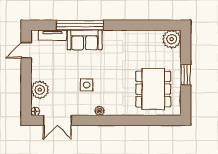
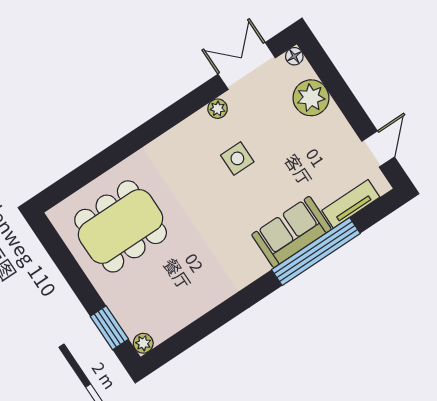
plant: (172, 39) -> (143, 343), width x0.53, depth x0.53
window: (186, 75) -> (109, 328), moved
dining table: (153, 89) -> (121, 226), turned 90
plant: (100, 111) -> (218, 109), moved

